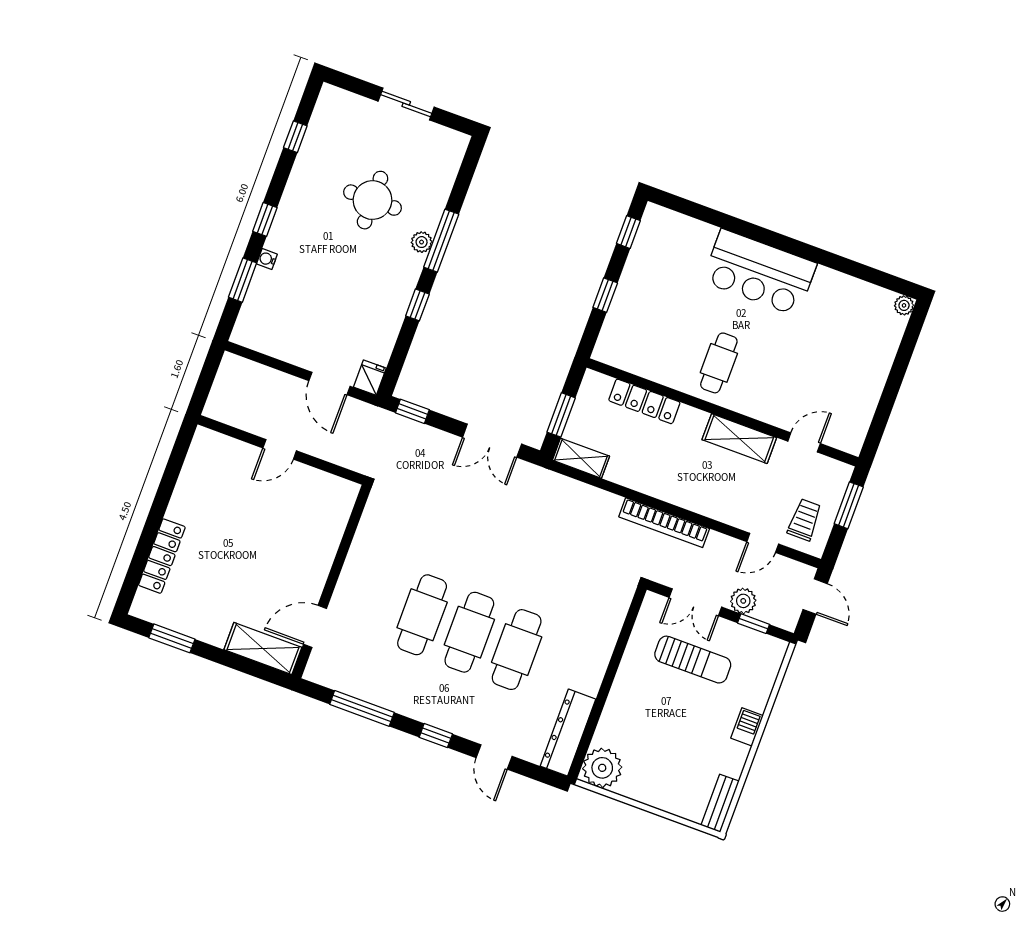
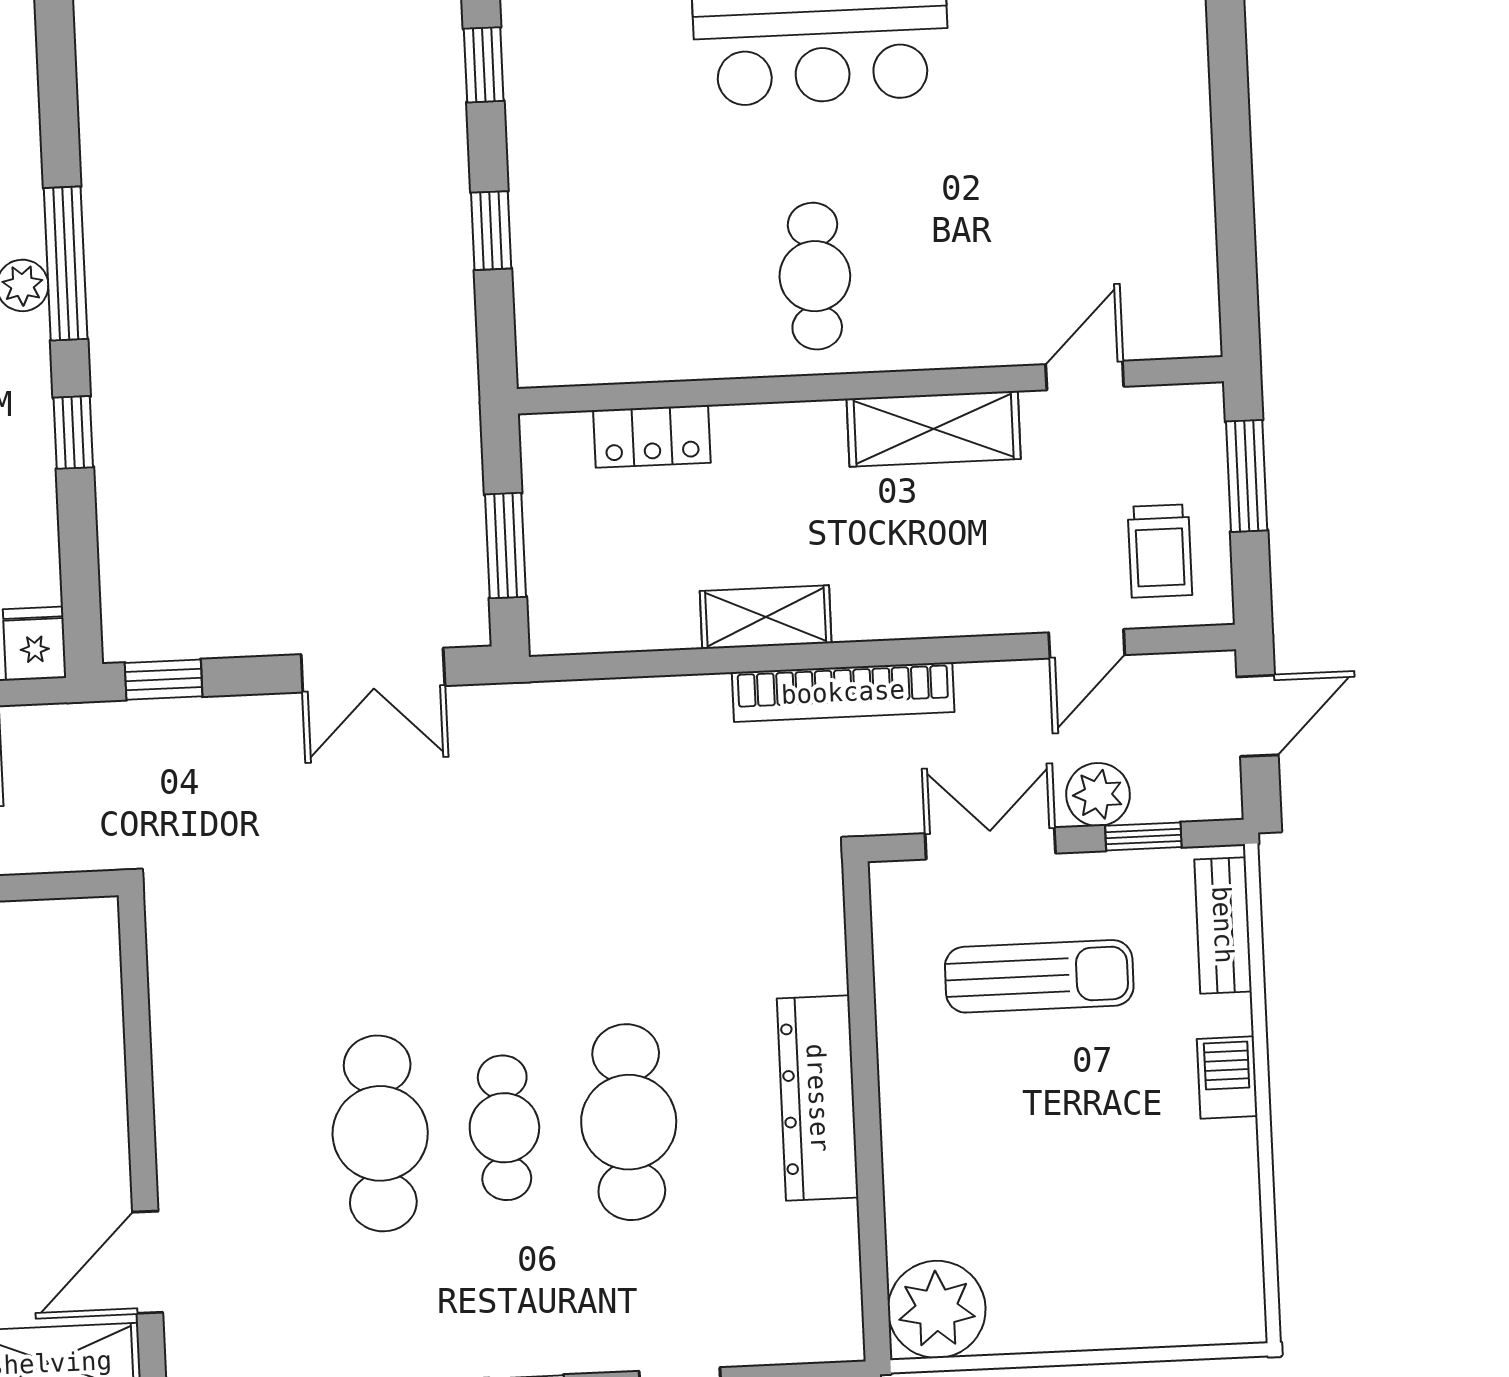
locker: (644, 401) -> (652, 436), width x0.66
shelving: (581, 458) -> (766, 617), moved
trolley: (805, 520) -> (1160, 551), turned 180
door: (815, 597) -> (1257, 716), hinge flipped
double door: (695, 602) -> (990, 843), swing flipped
cafe table: (469, 632) -> (504, 1128), width x0.73, depth x0.74
dresser: (568, 733) -> (818, 1098), moved
bench: (720, 803) -> (1223, 925), moved

